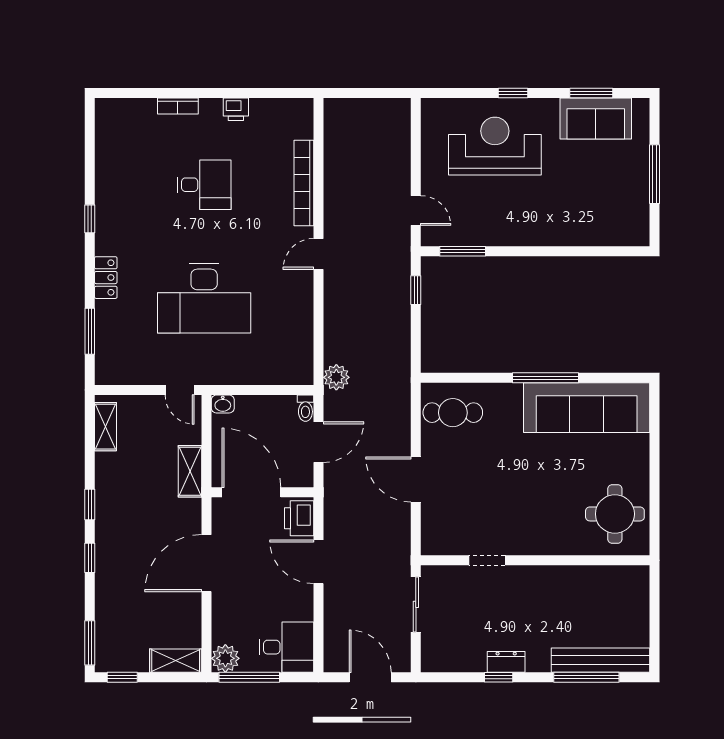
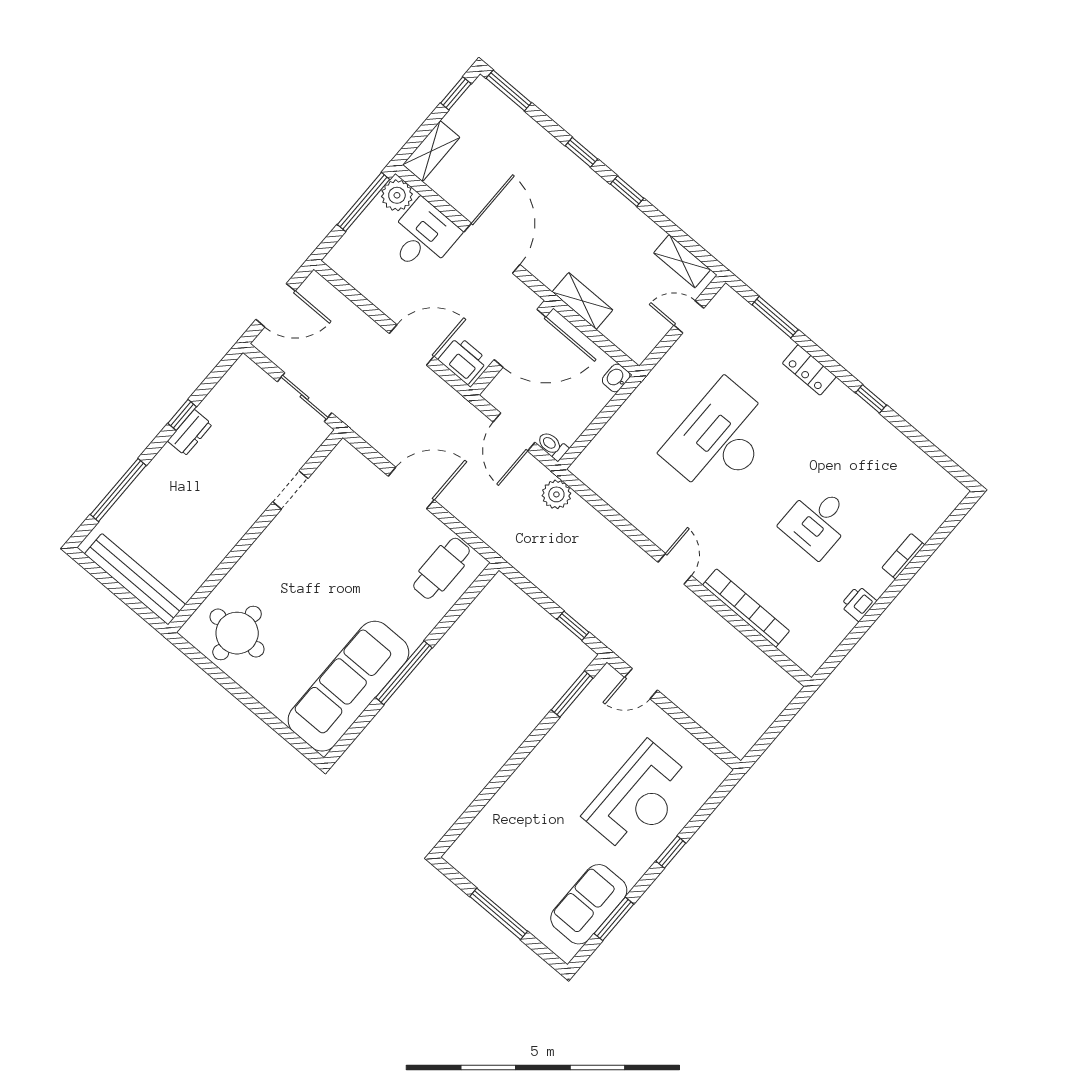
door: (180, 390) -> (689, 317), moved
desk: (286, 647) -> (423, 236), moved, turned 180
bench: (600, 660) -> (135, 579), moved, turned 90

